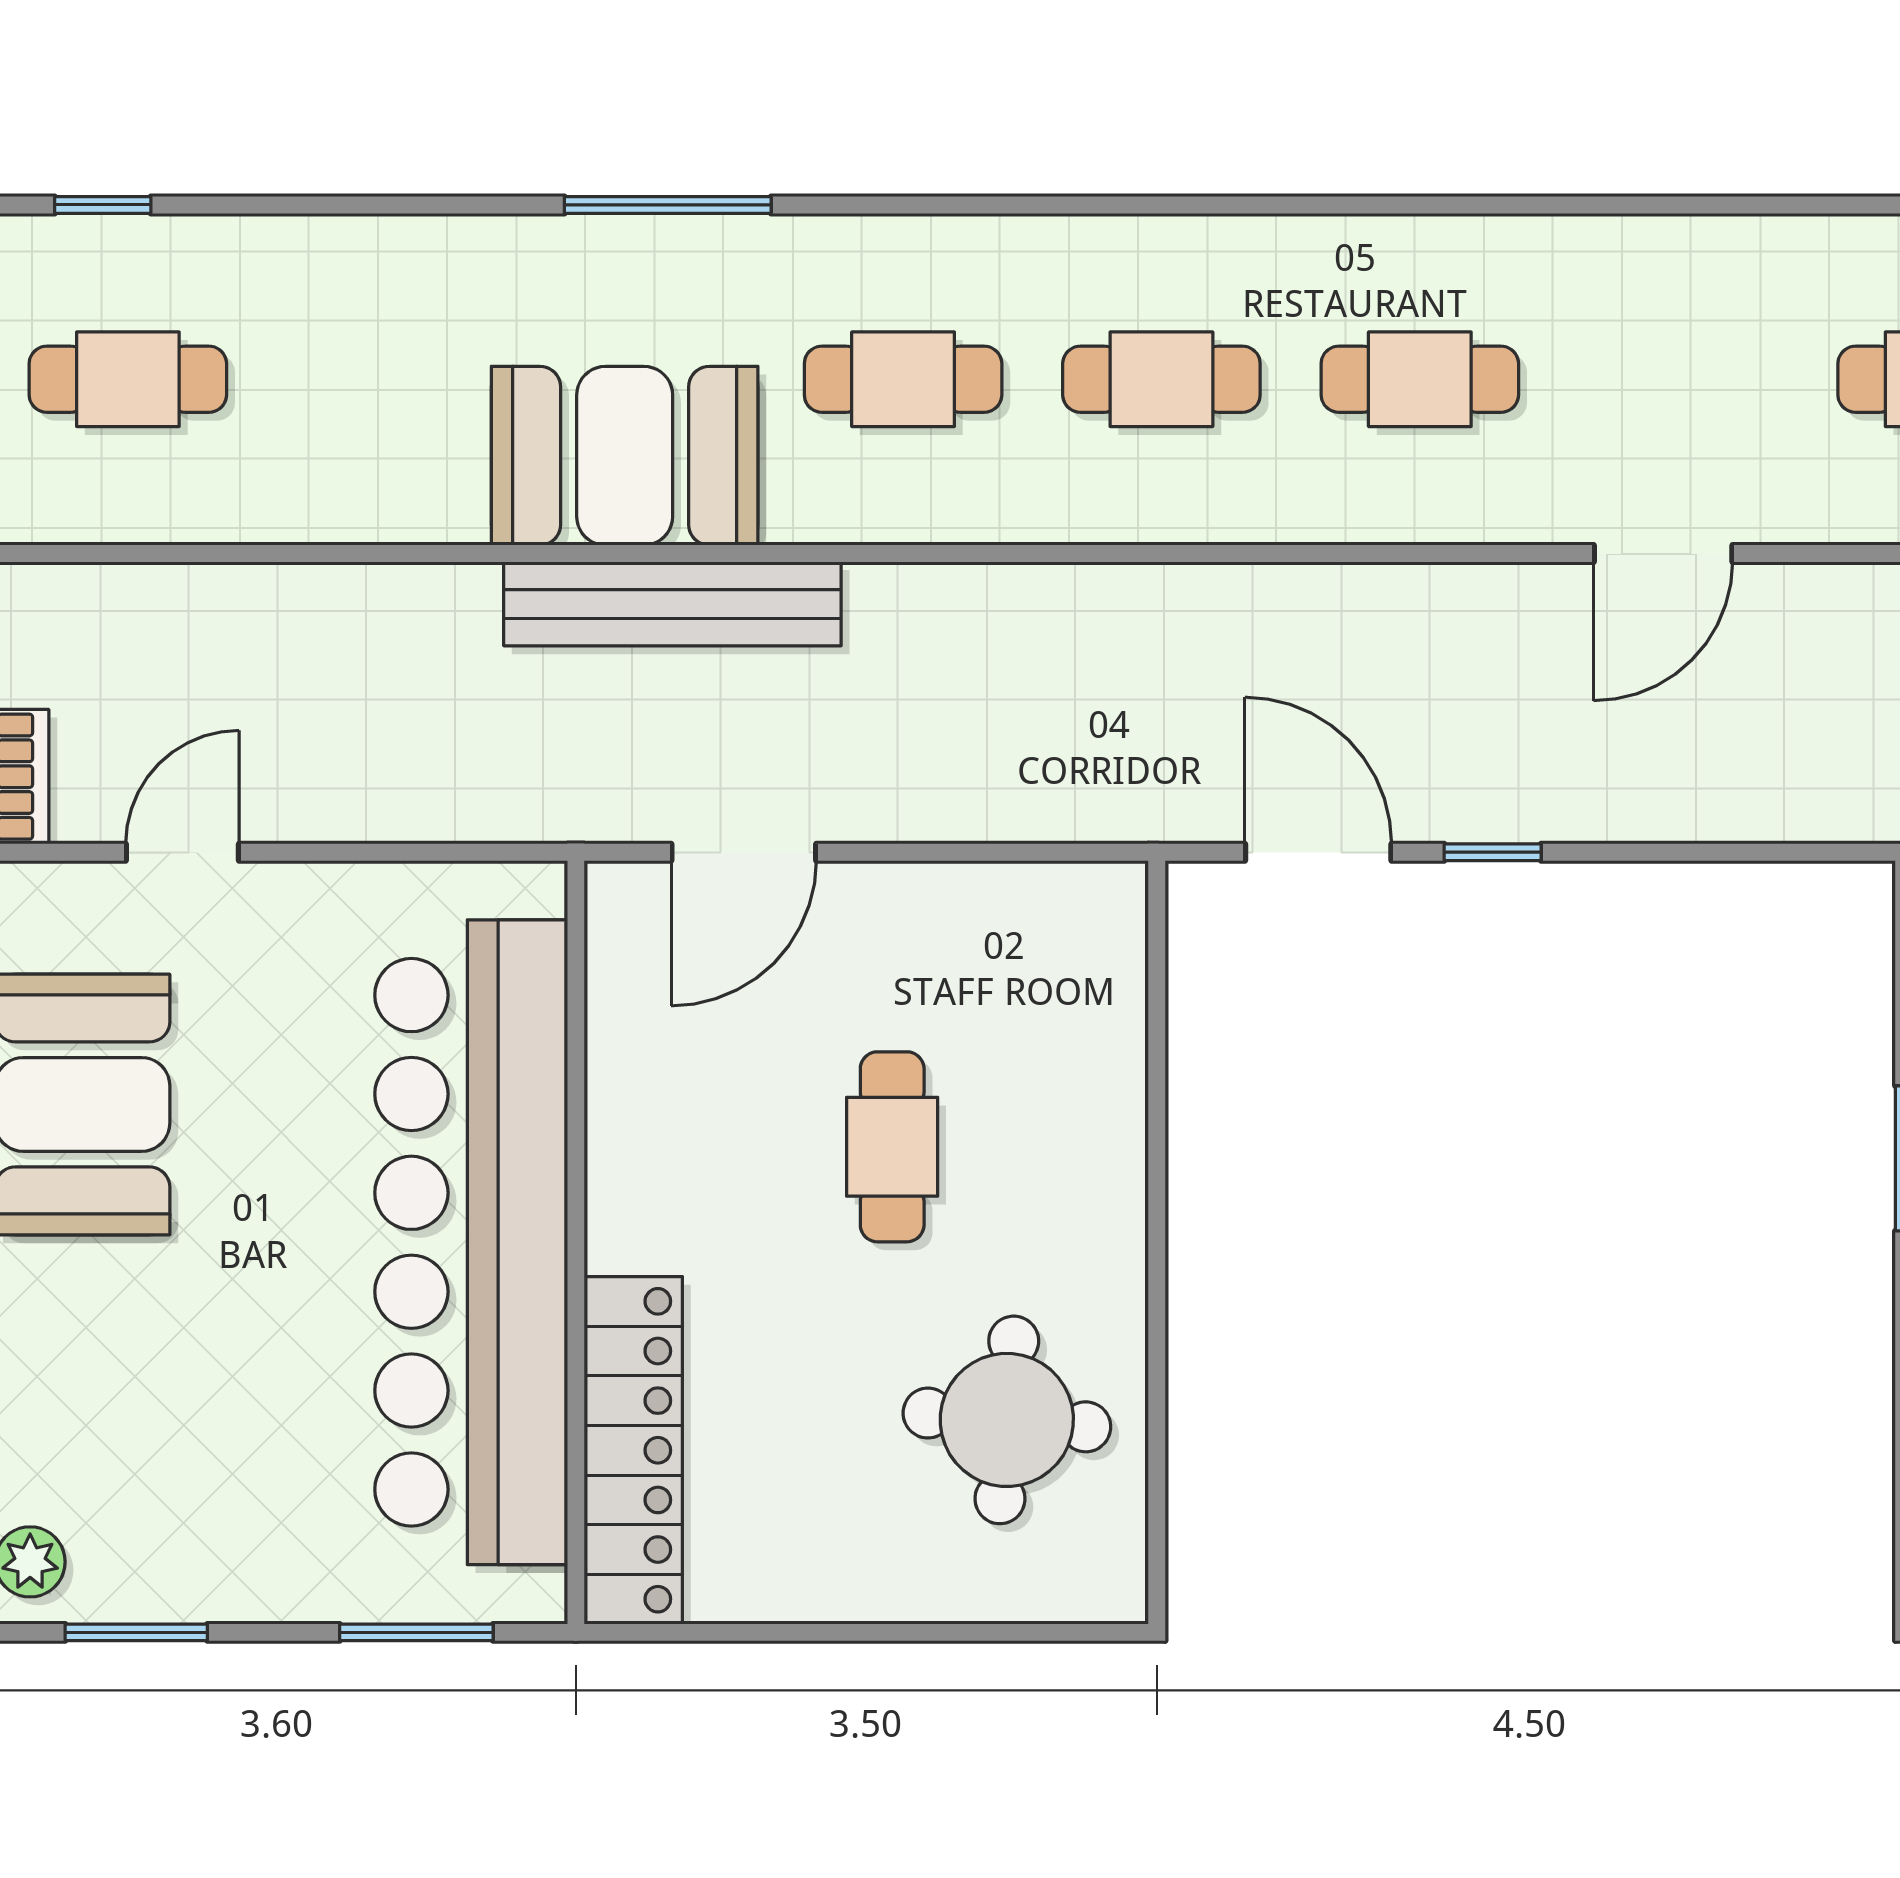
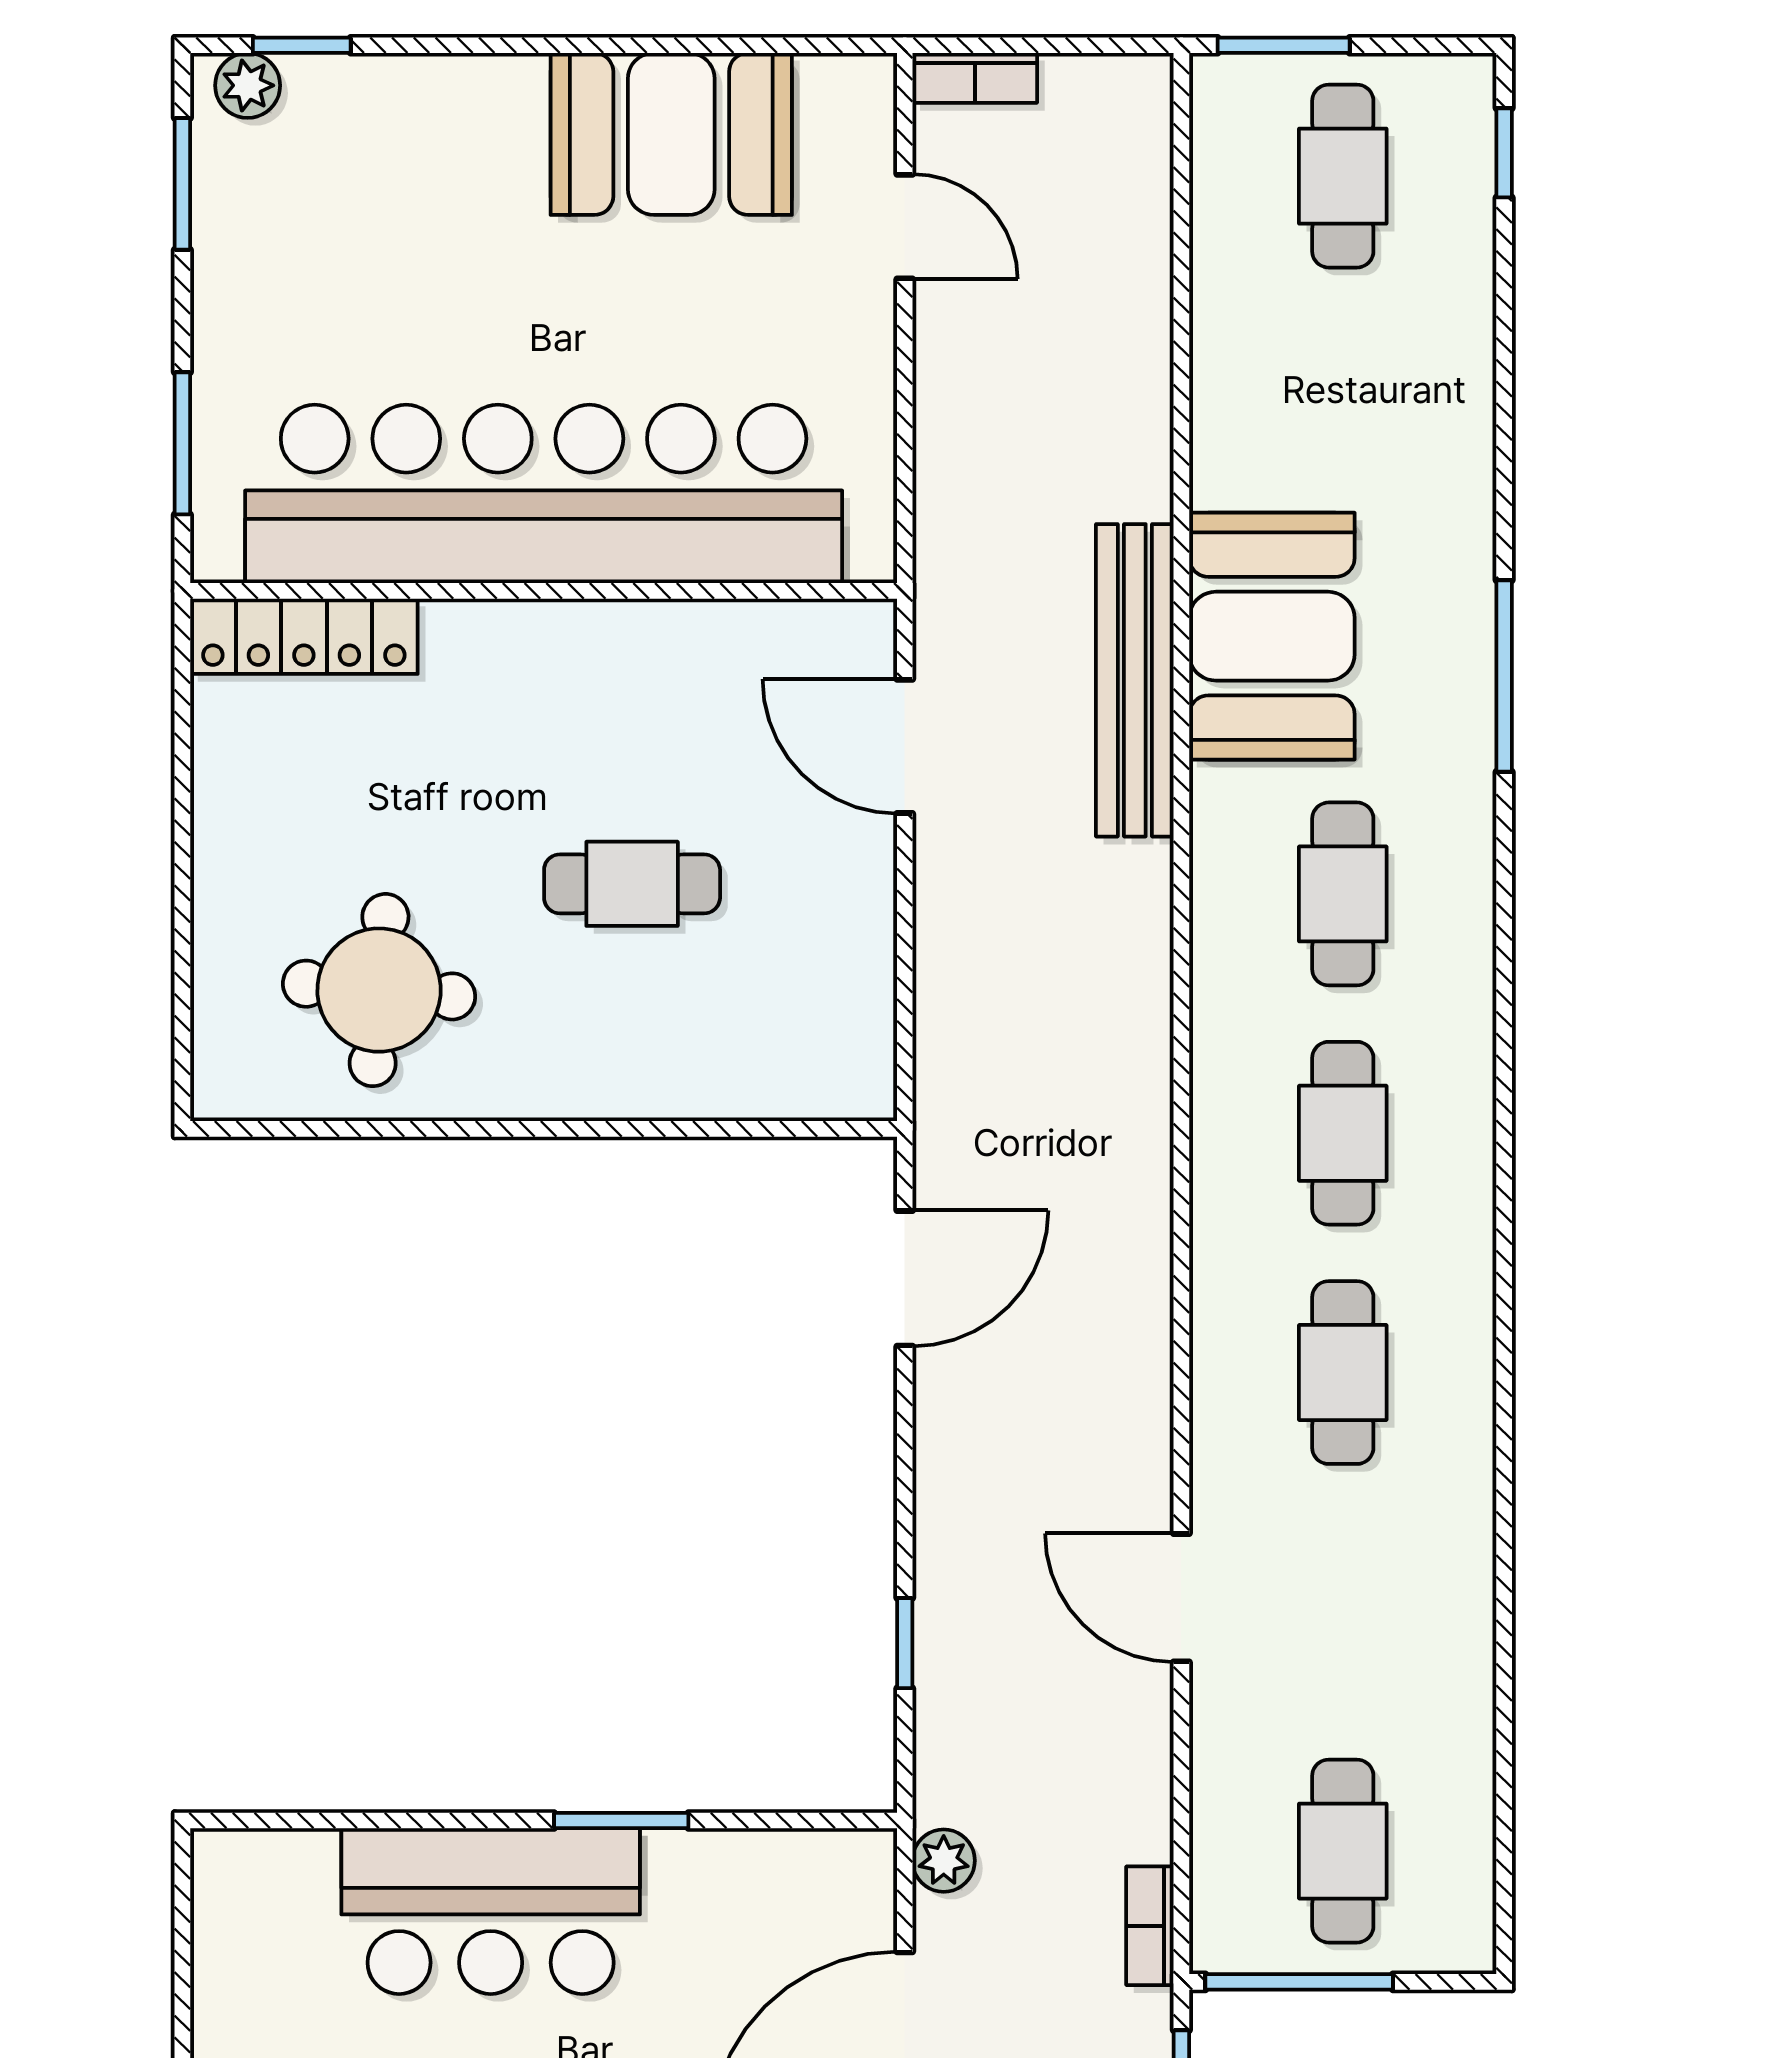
window: (1493, 852) -> (905, 1643), moved
locker: (633, 1450) -> (304, 636), width x0.71, depth x0.83

